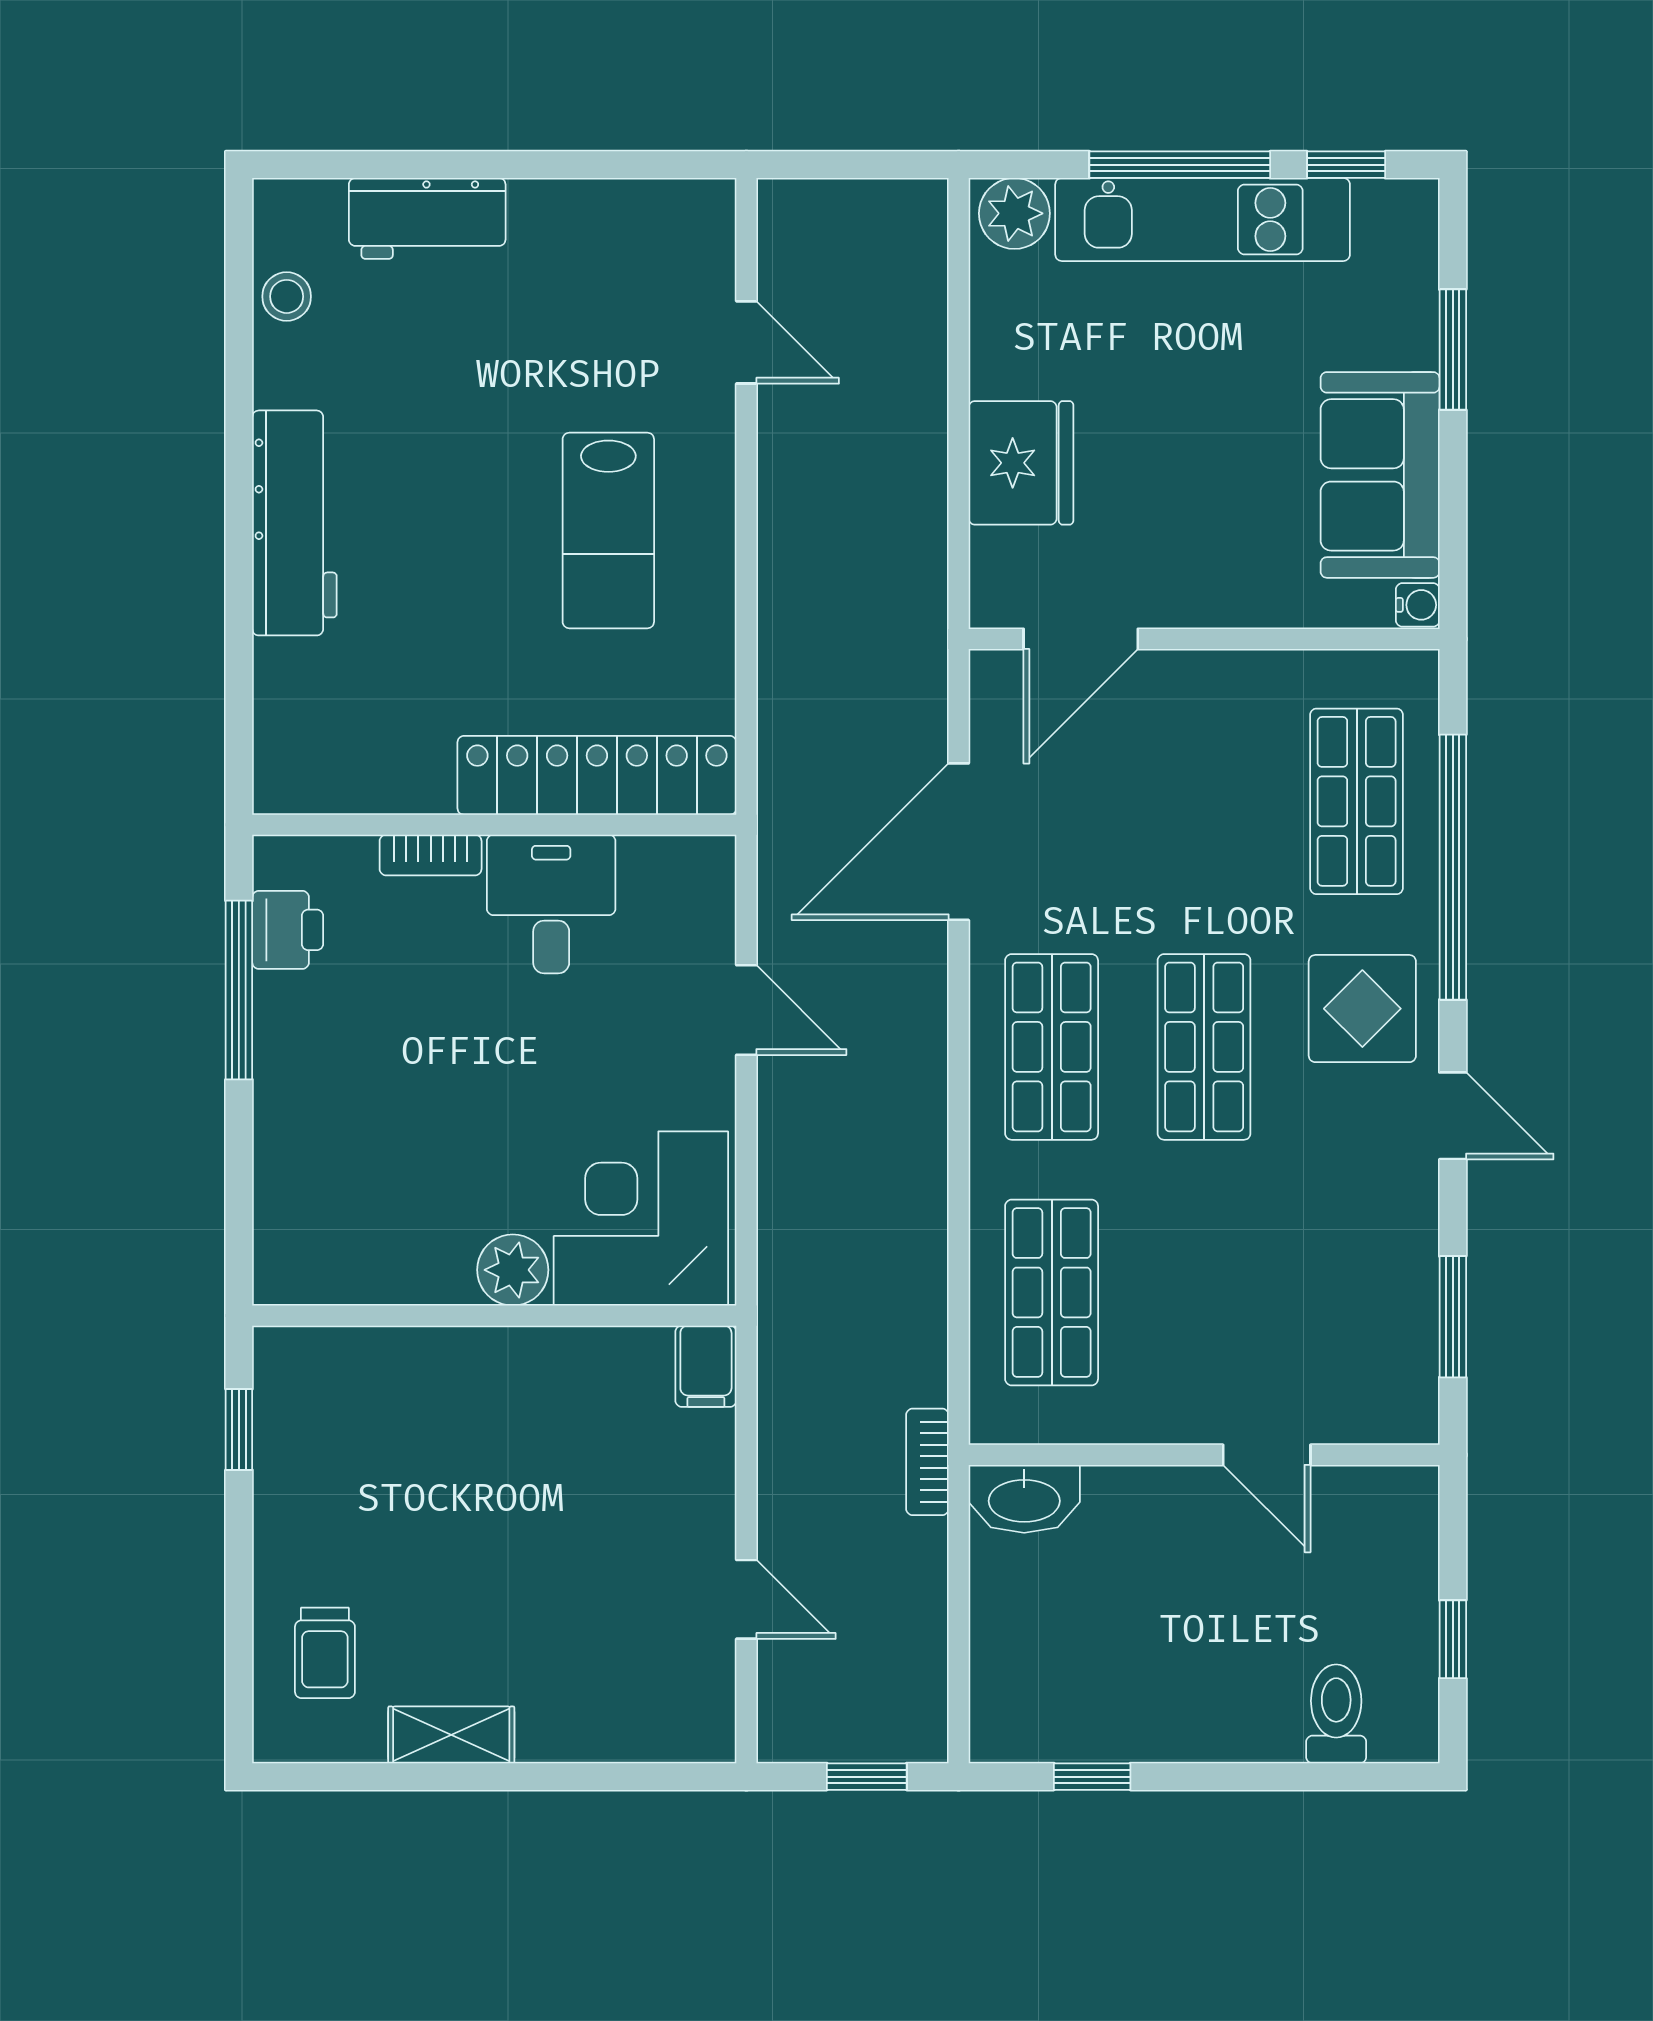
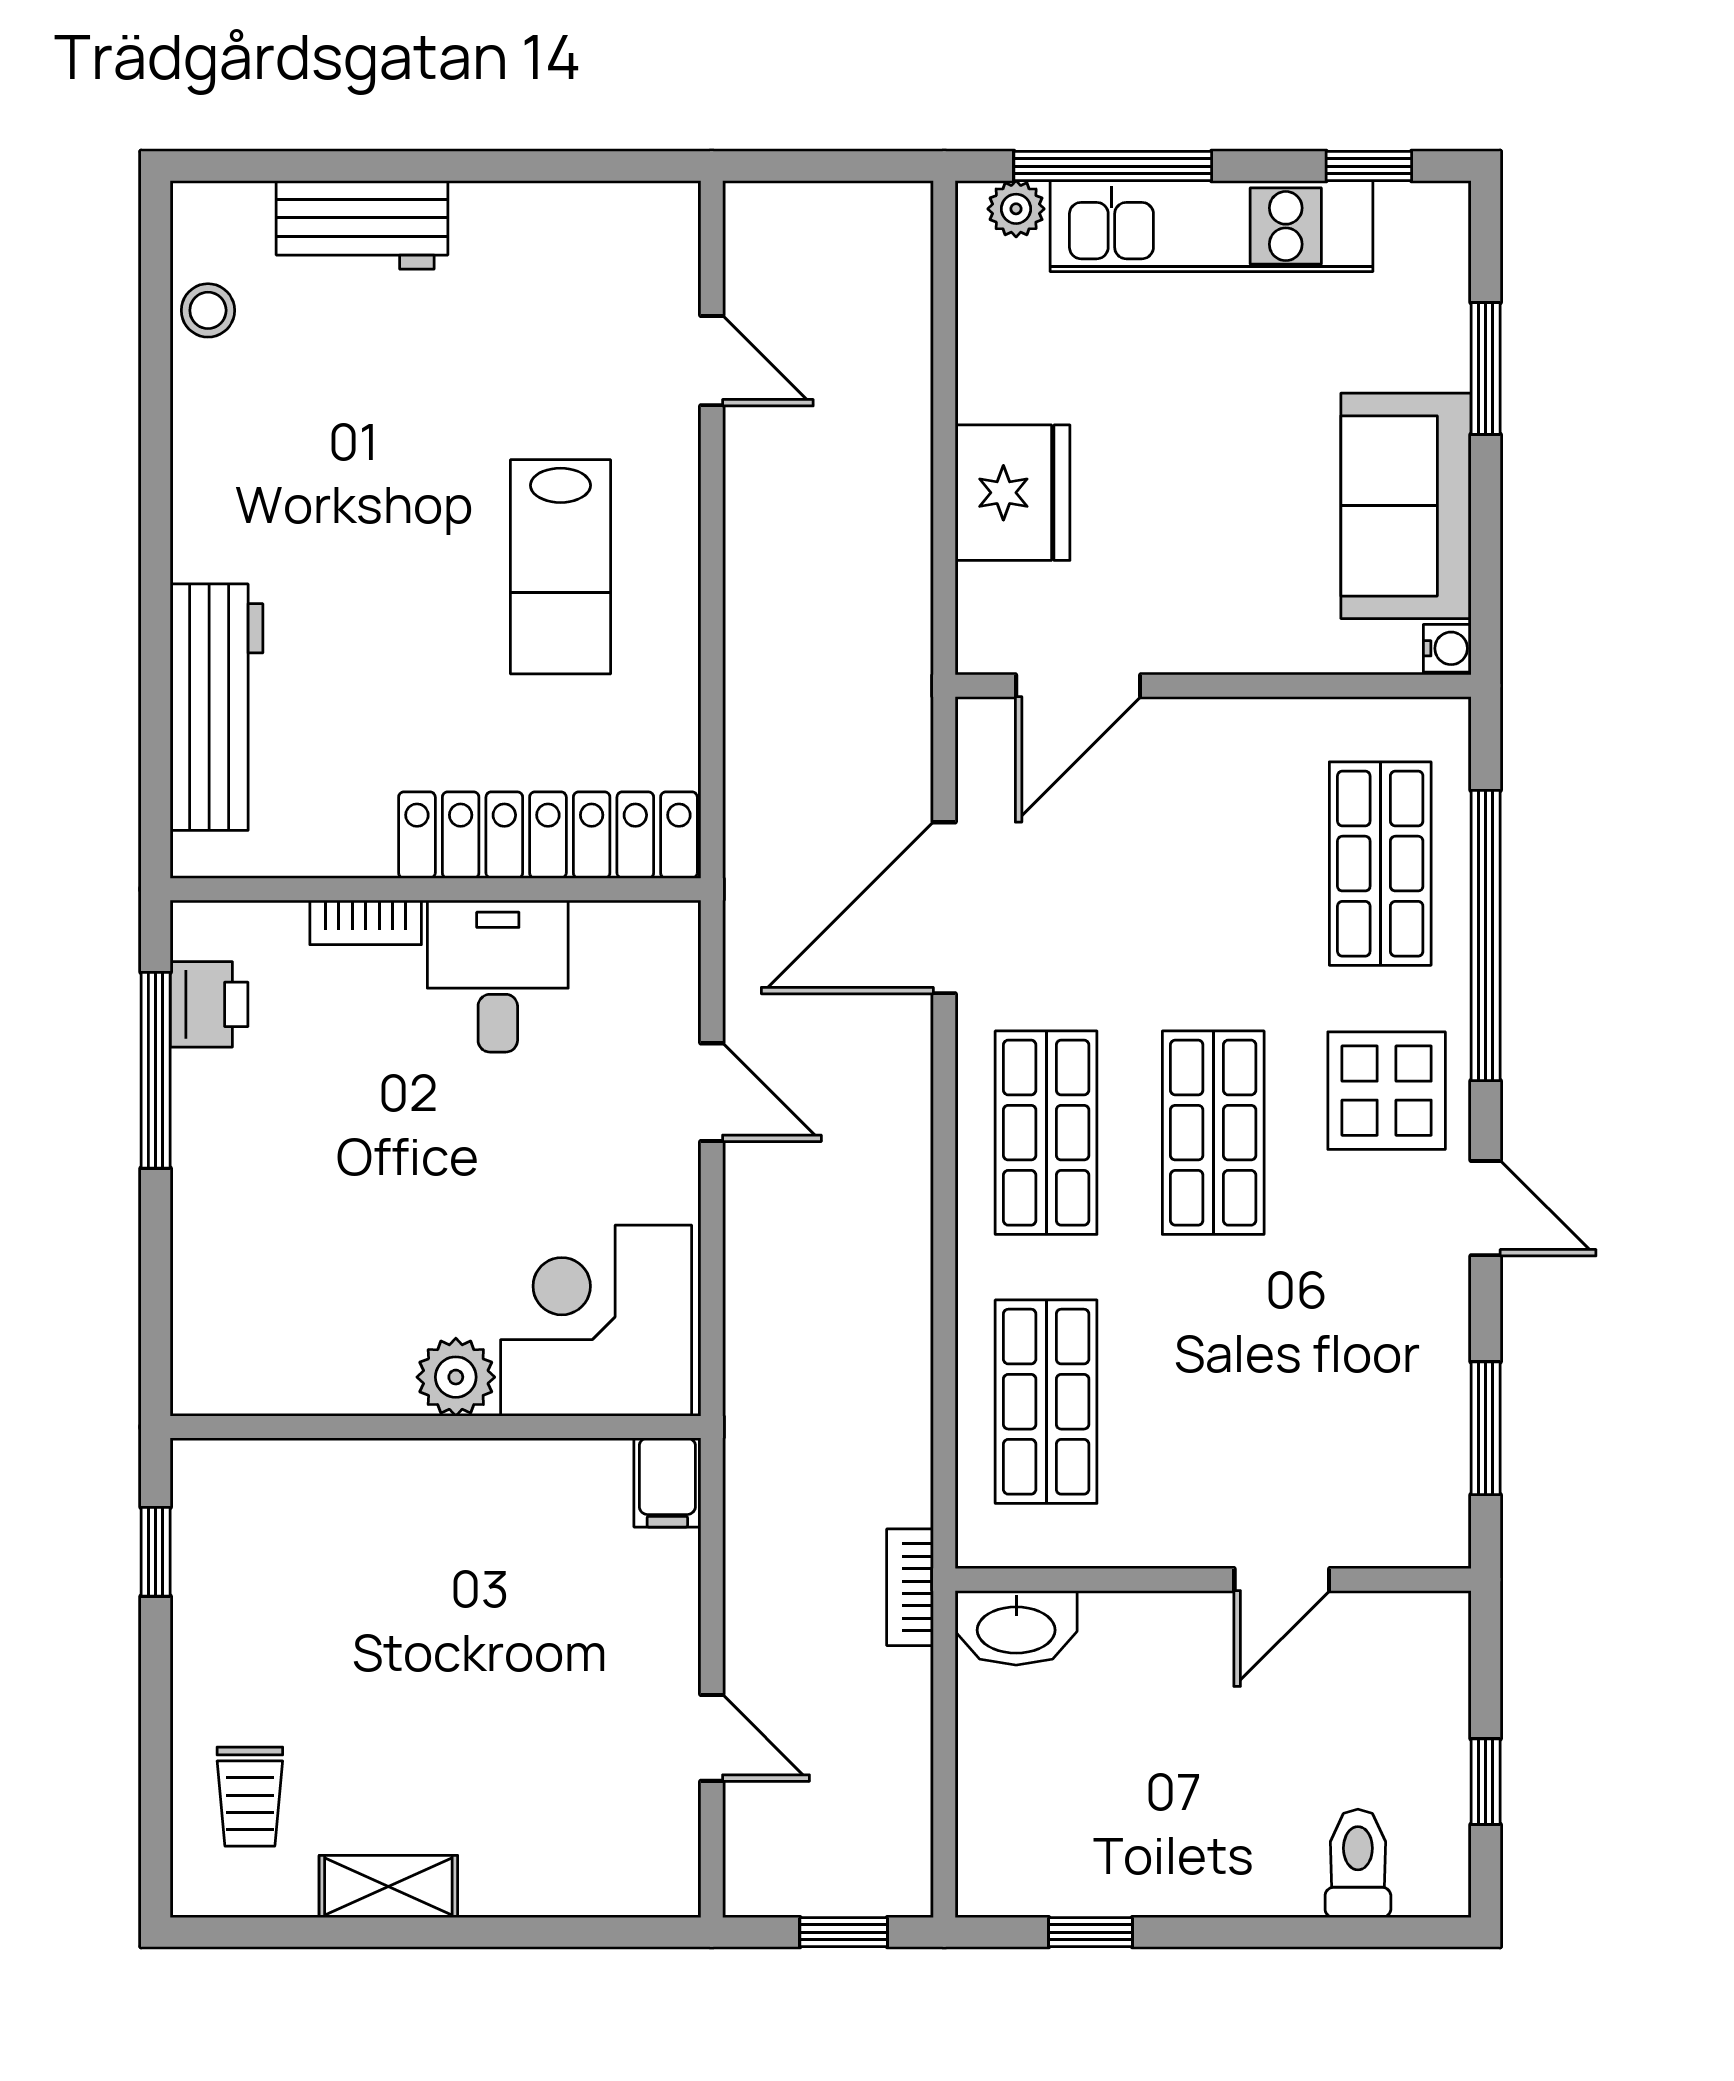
window: (1180, 165) -> (1113, 166), moved
plant: (1014, 213) -> (1016, 209), width x0.73, depth x0.73
workbench: (294, 523) -> (217, 707), moved
door: (1267, 1455) -> (1282, 1580), hinge flipped

